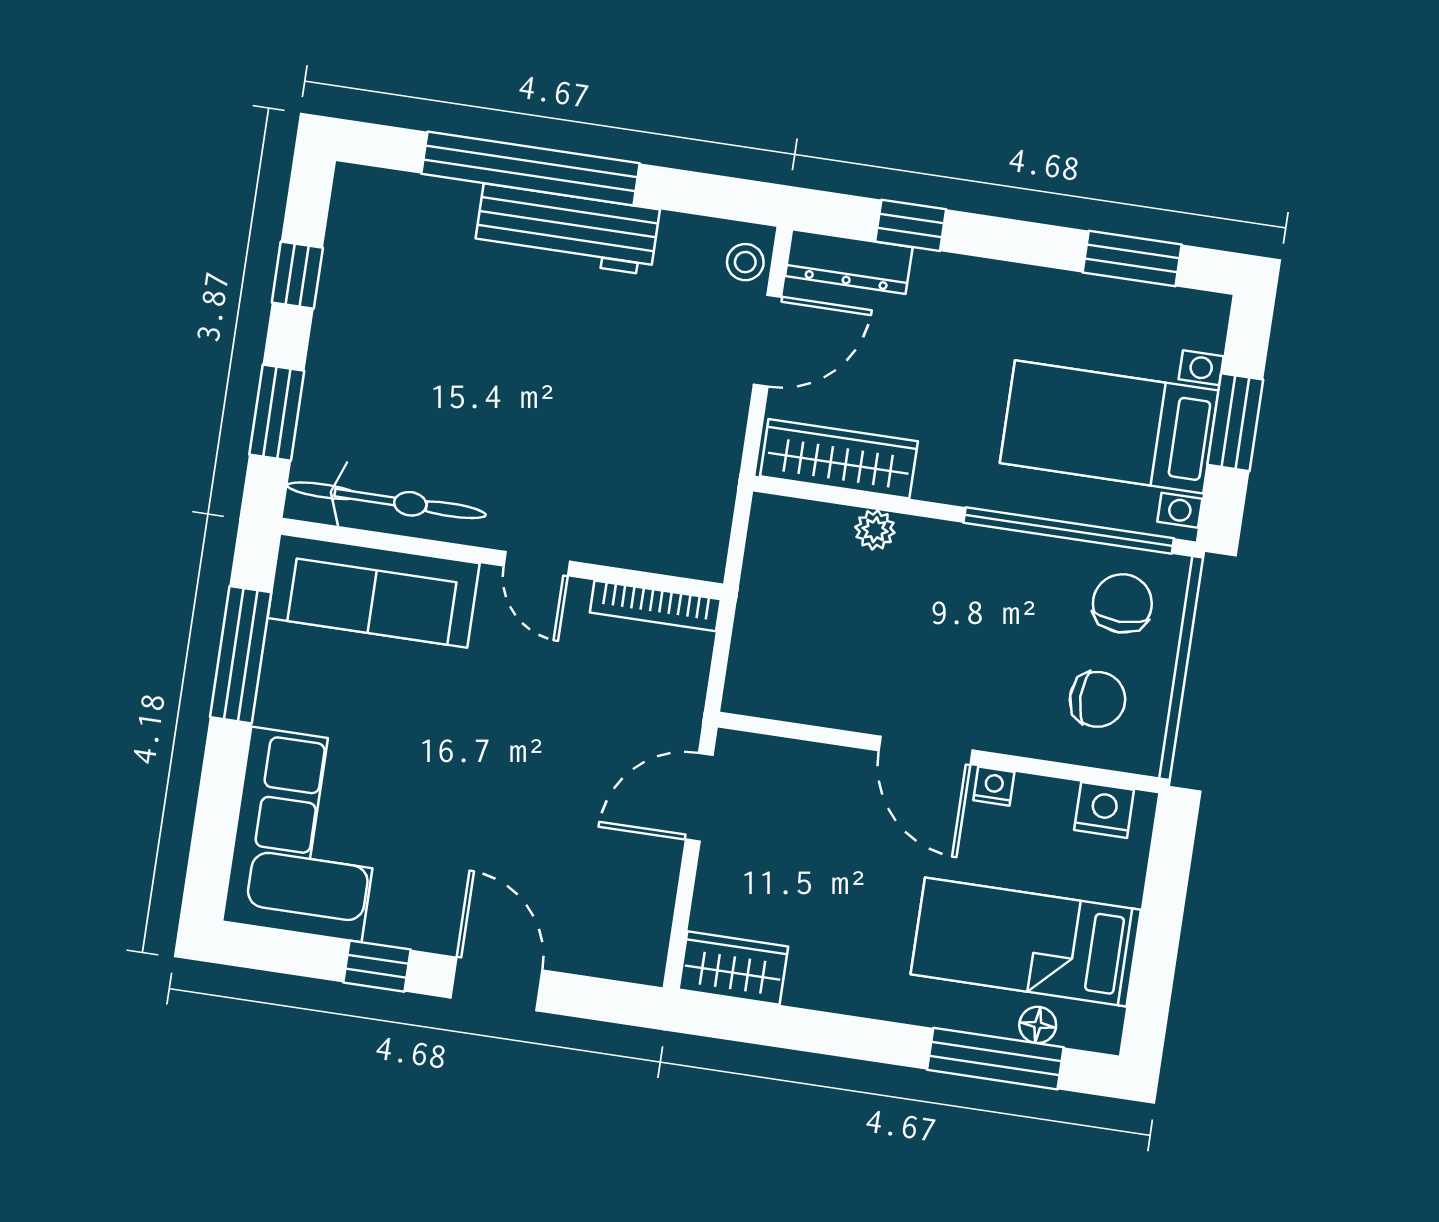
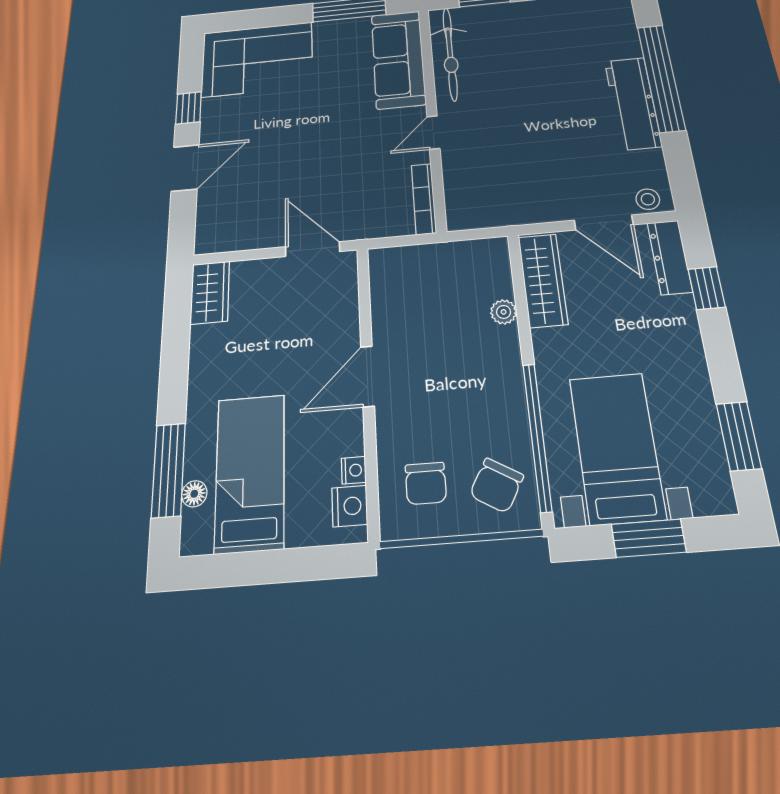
chair: (1122, 603) -> (497, 485), turned 120
nightstand: (994, 786) -> (354, 470), moved

